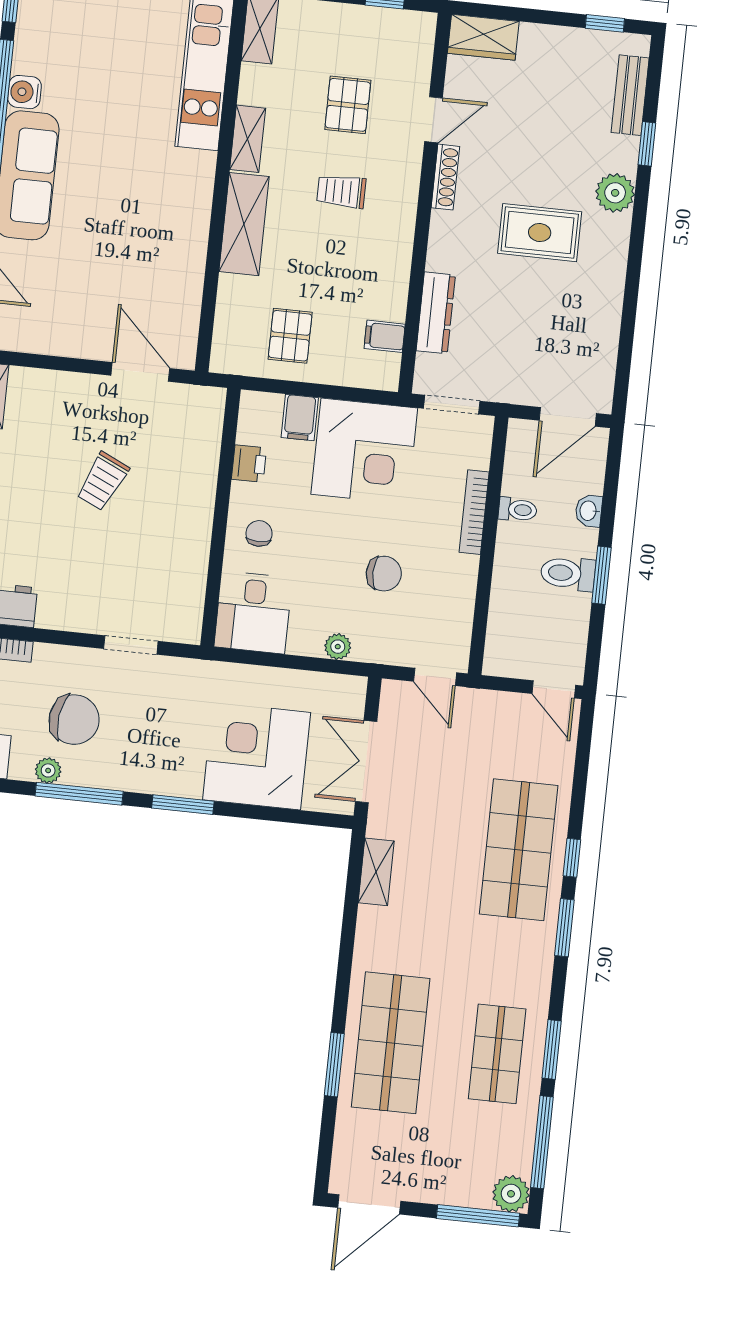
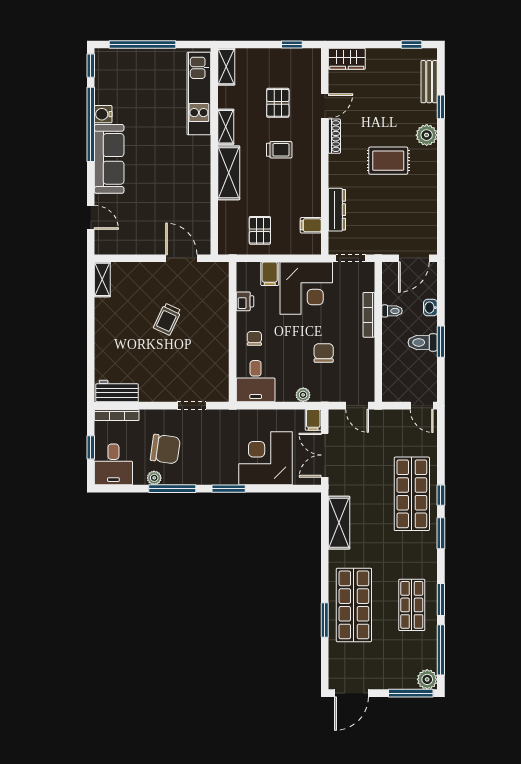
trolley: (341, 191) -> (279, 150), turned 180
chair: (384, 574) -> (324, 353), turned -90
filing cabinet: (352, 695) -> (313, 420), added
shelving: (376, 872) -> (339, 523), width x1.50, depth x1.33

